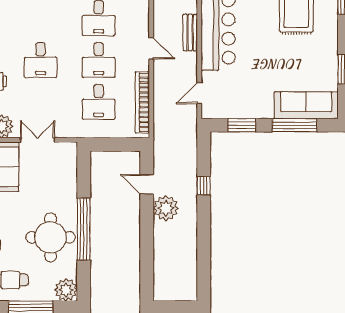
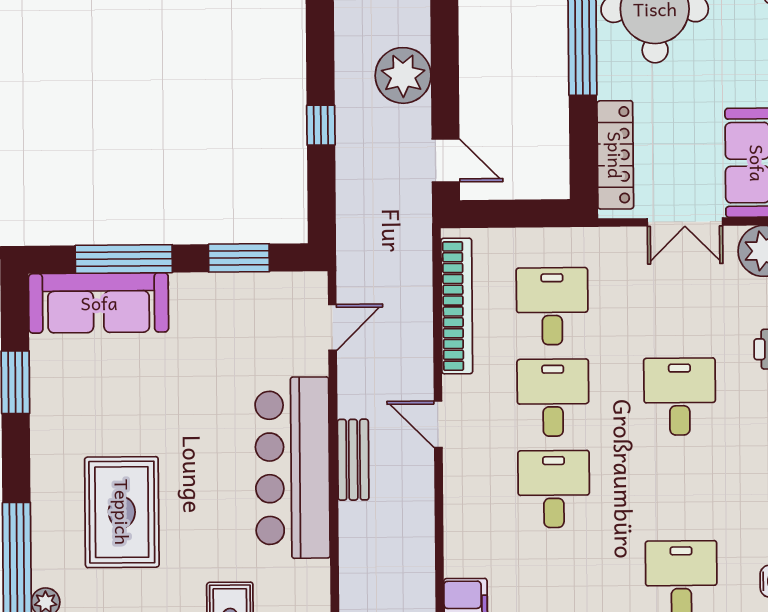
locker: (69, 171) -> (615, 155), added
door: (147, 184) -> (446, 161), moved

